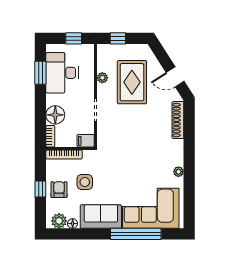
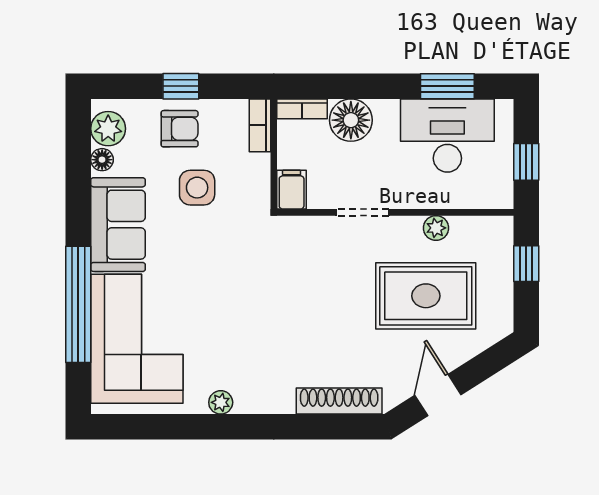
bookcase: (64, 155) -> (260, 125), width x0.64

